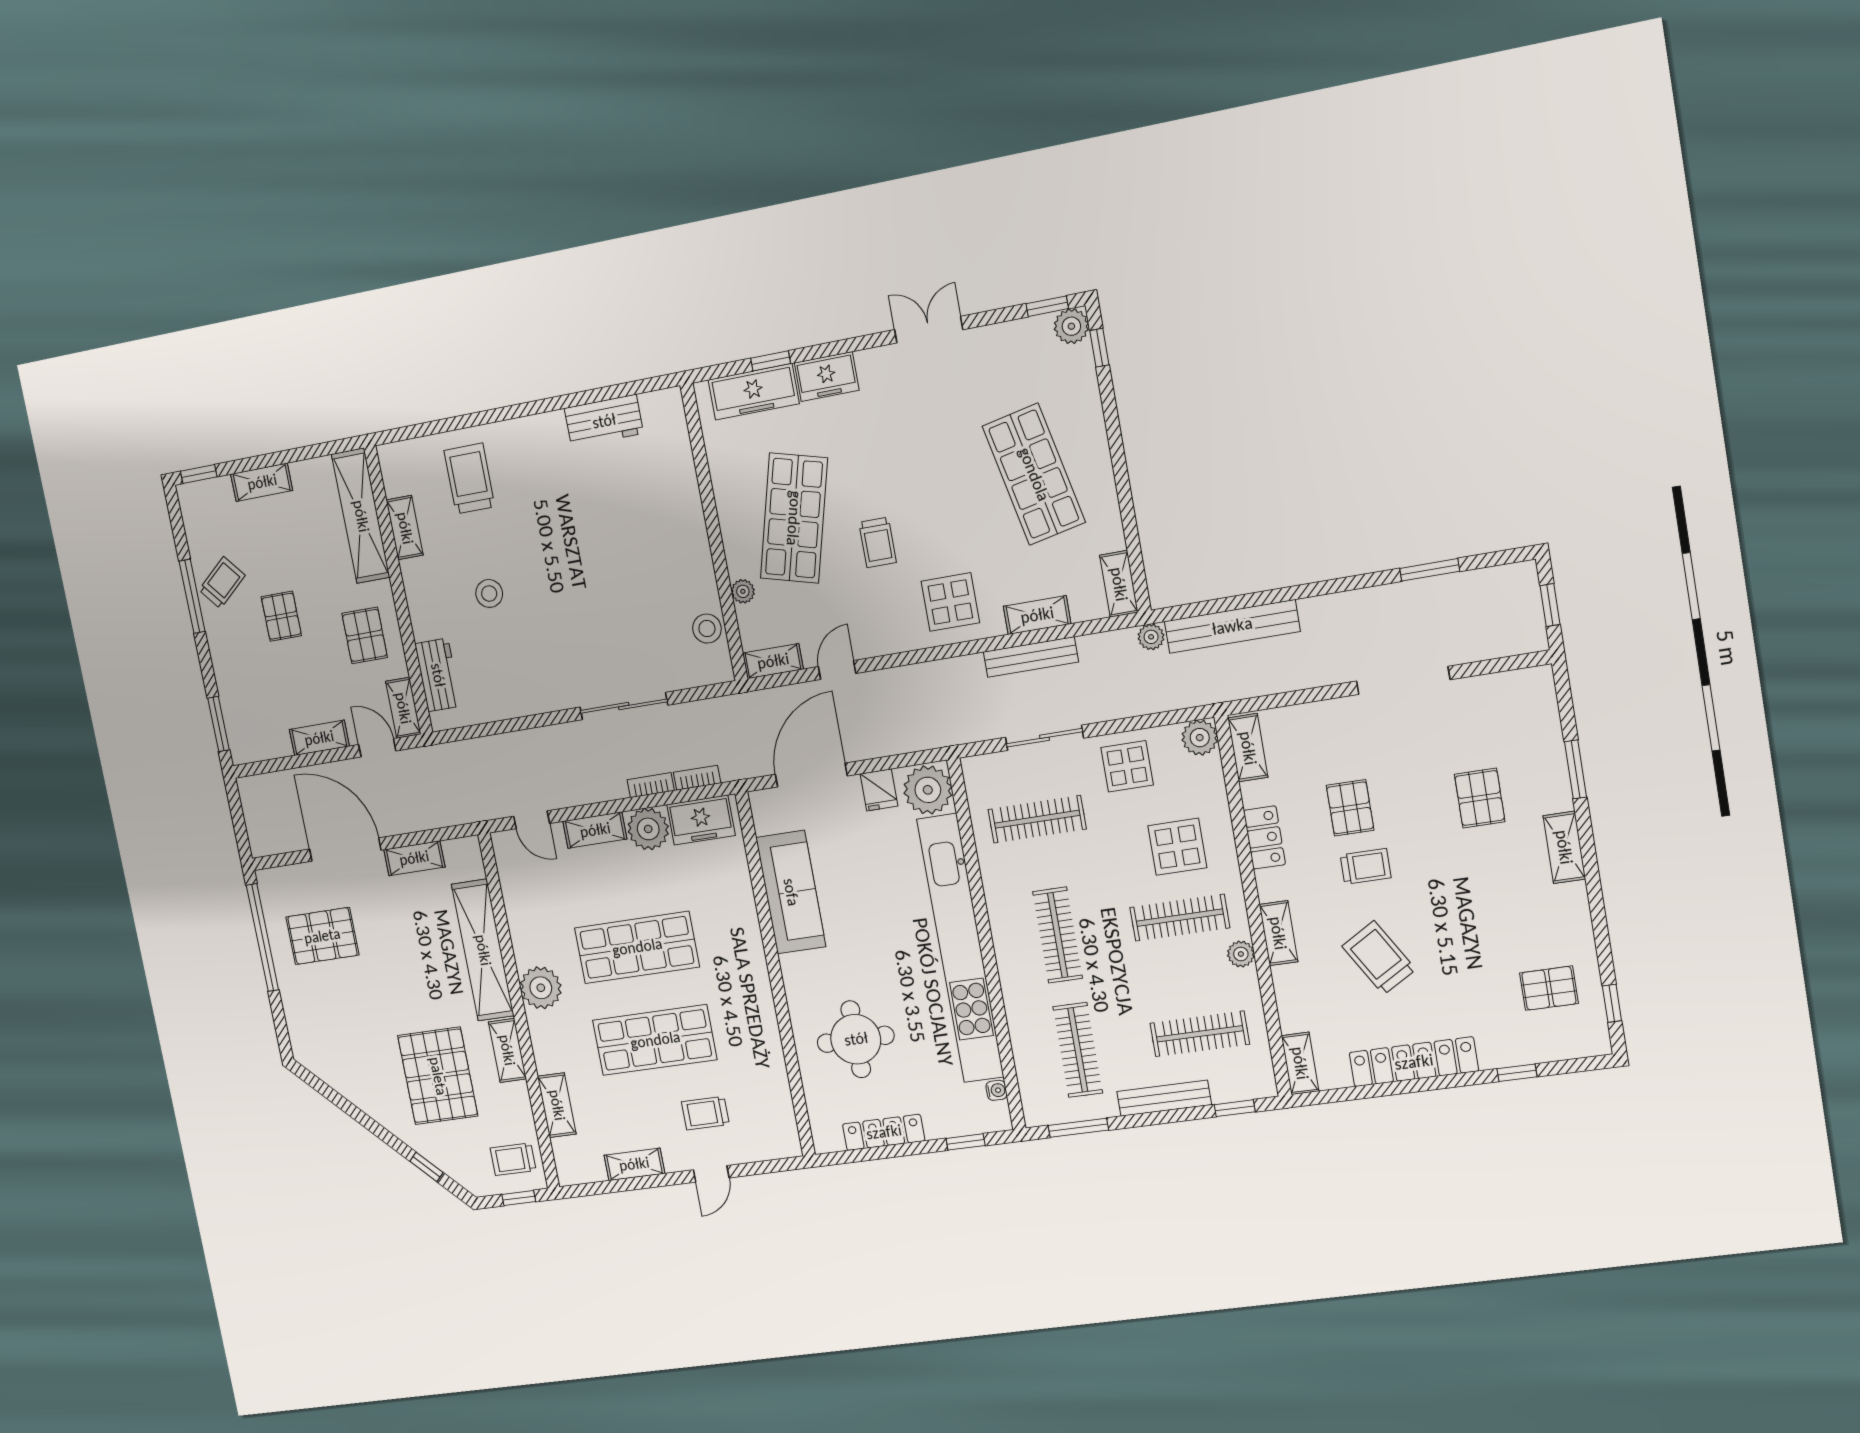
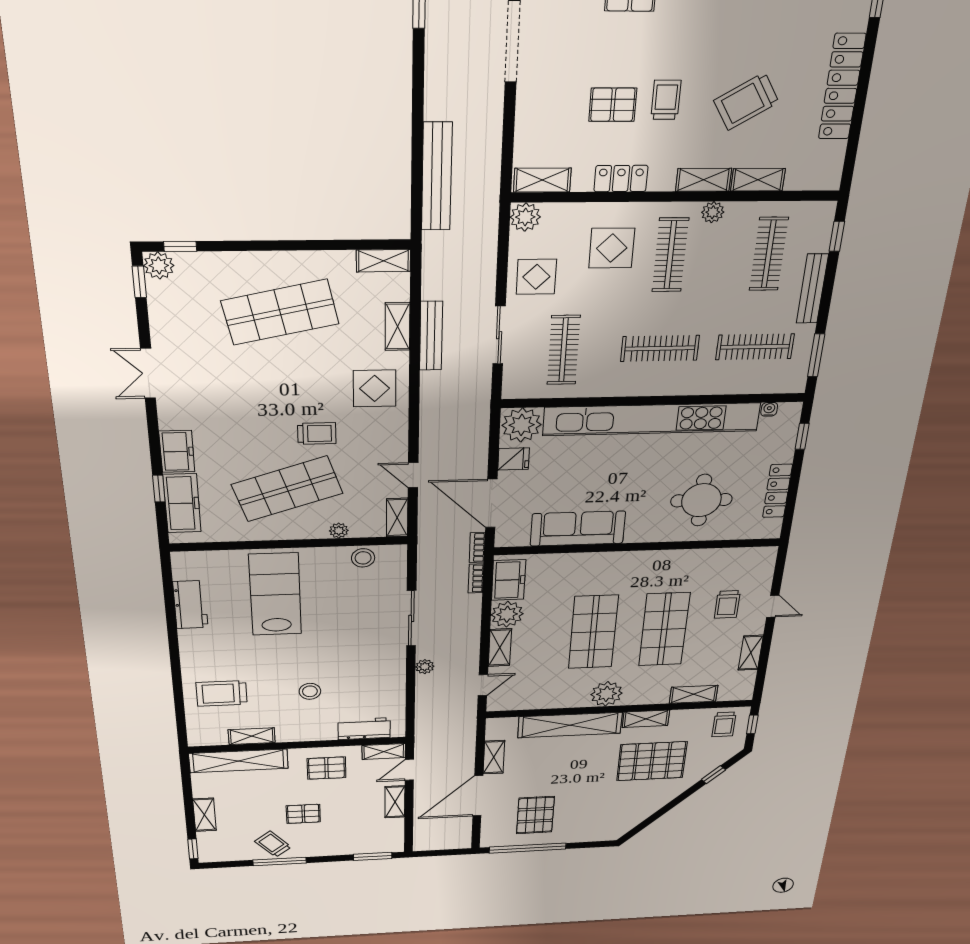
shop shelf: (794, 518) -> (287, 489), turned -33
lab bench: (635, 526) -> (275, 594), added
plant: (1151, 637) -> (425, 667), moved
bookcase: (651, 785) -> (477, 548), moved
shelving: (1300, 1063) -> (758, 180), moved

